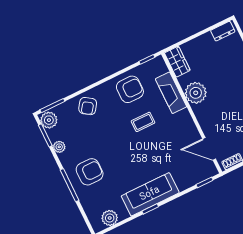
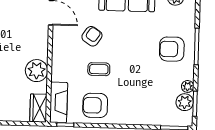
fireplace: (171, 93) -> (59, 102), moved
armchair: (88, 106) -> (92, 36), moved
plant: (49, 120) -> (185, 102), moved

